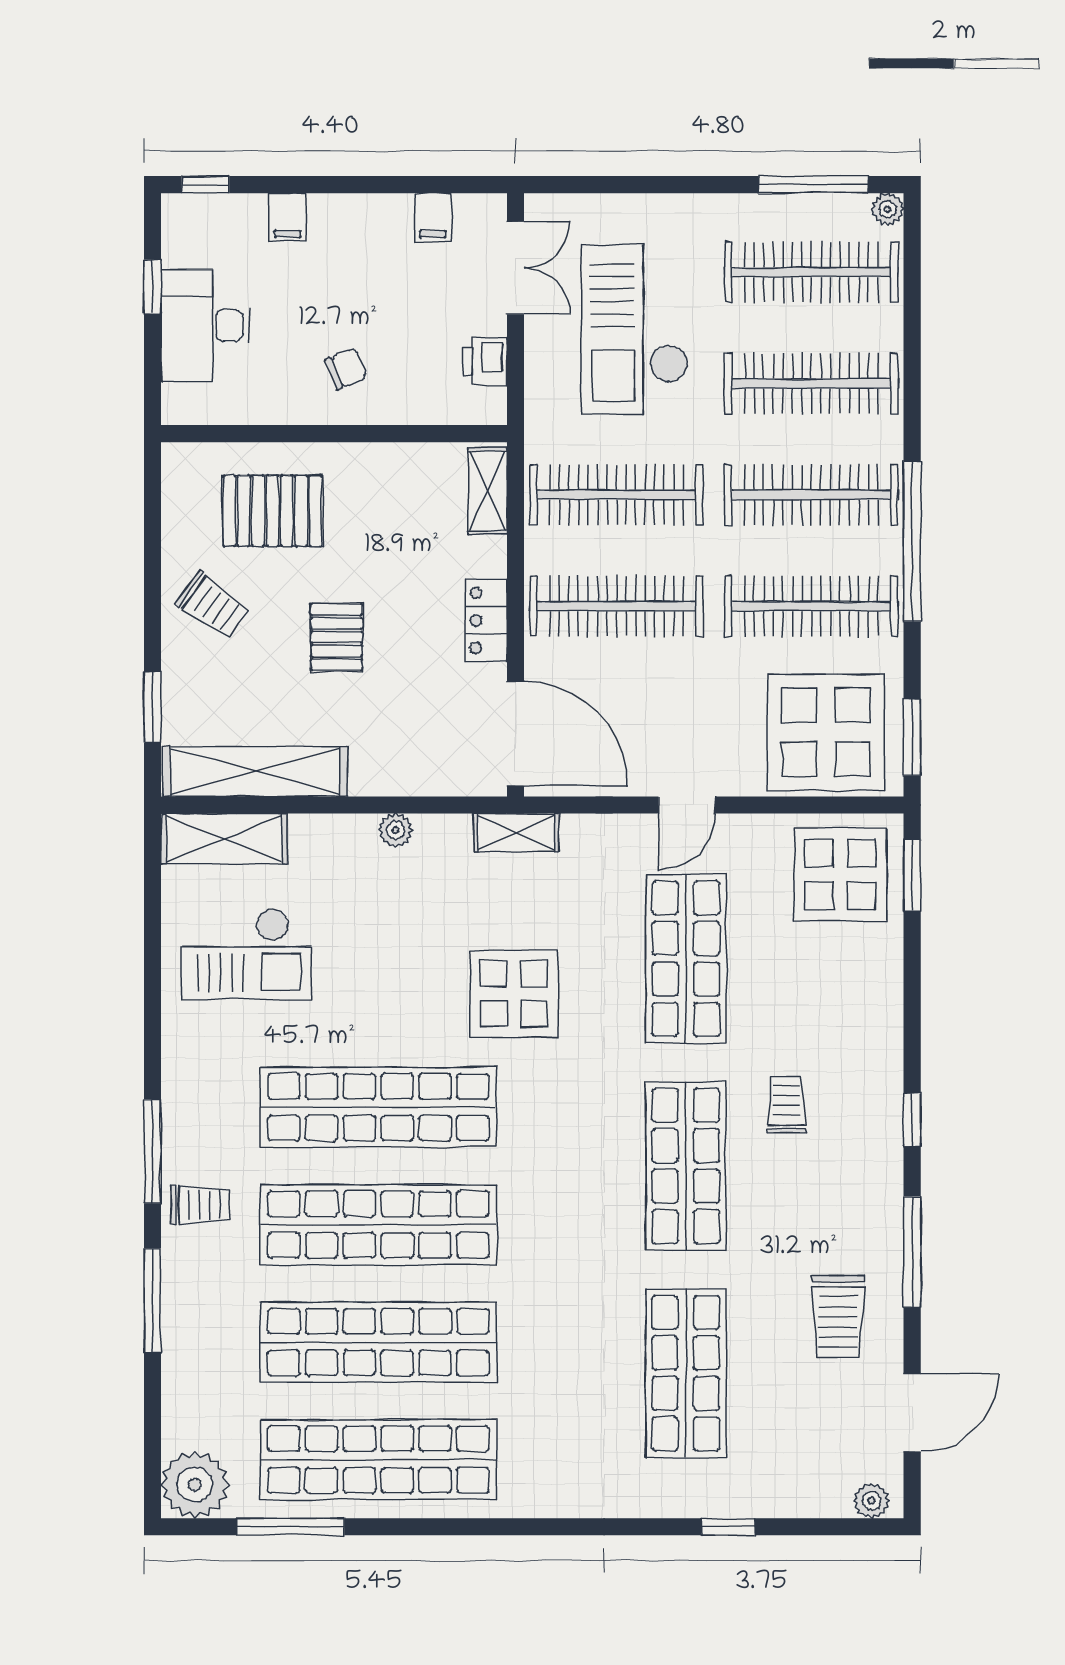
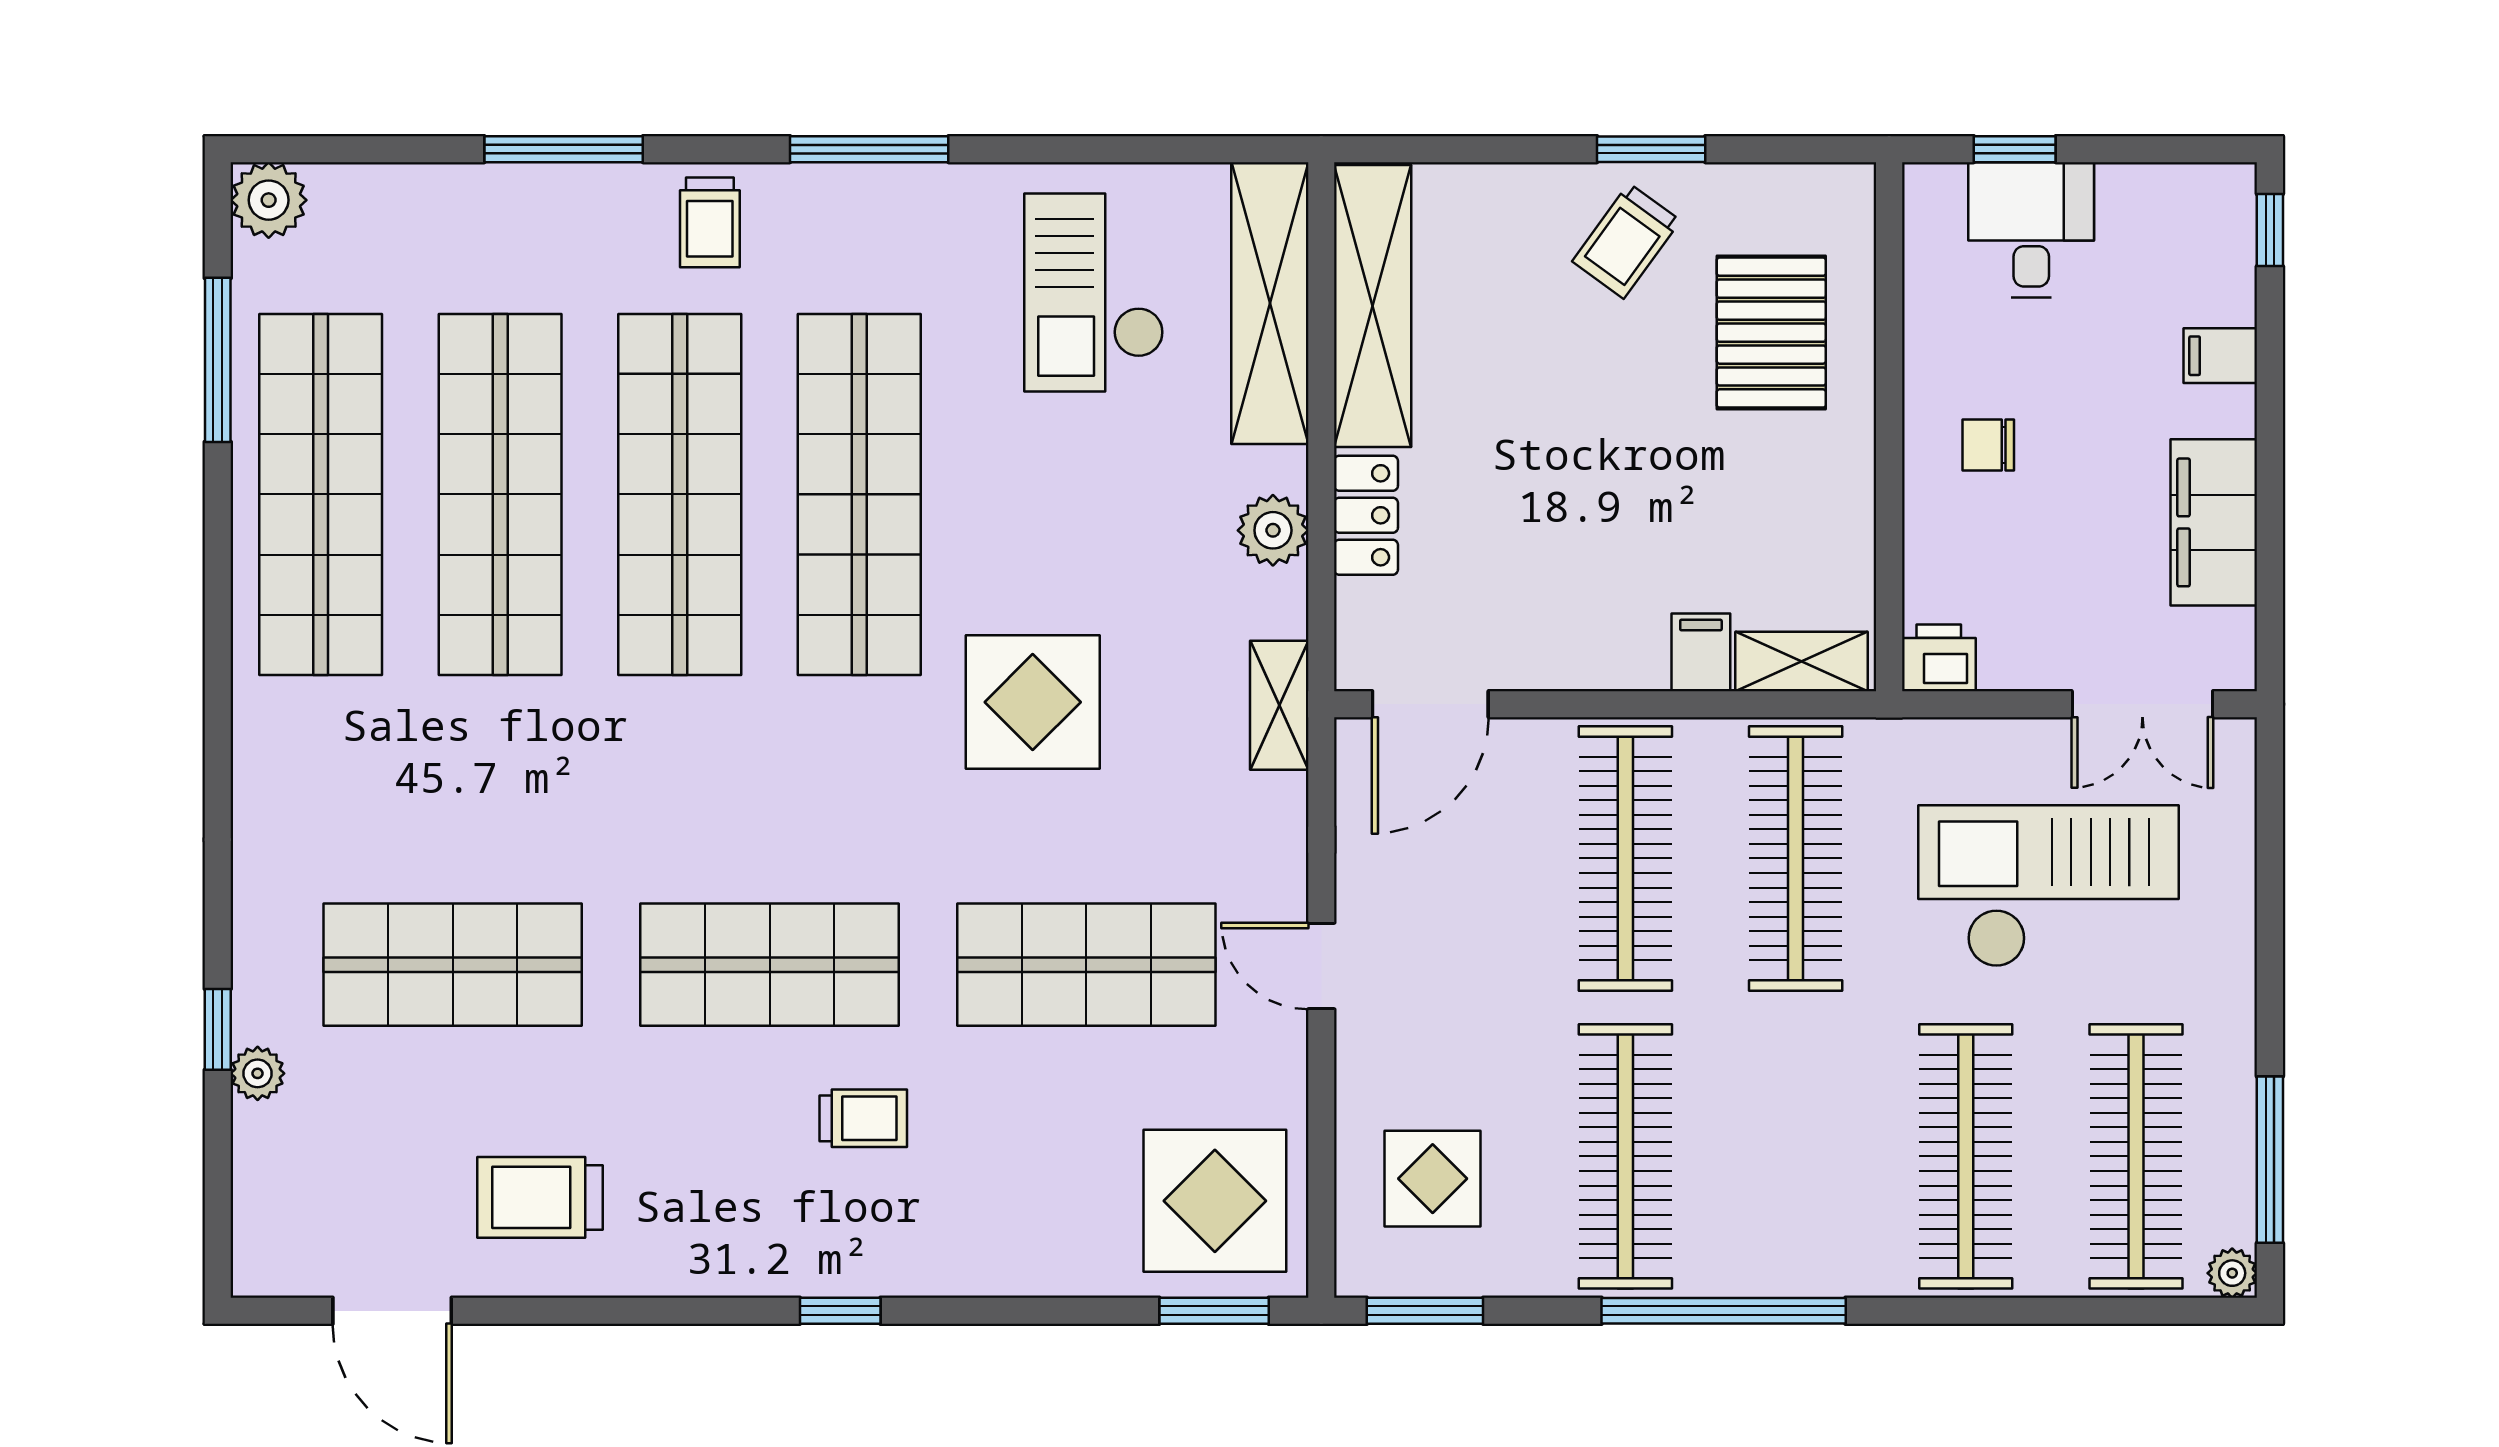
filing cabinet: (433, 217) -> (2214, 522), width x3.00, depth x1.17
window: (153, 287) -> (2015, 149), moved
desk: (205, 325) -> (2031, 230), width x0.73
printer: (485, 362) -> (1939, 658), moved
chair: (346, 369) -> (1988, 445), turned 112
clothes rail: (811, 495) -> (1796, 1156), removed
filing cabinet: (482, 557) -> (1701, 652), added
locker: (486, 620) -> (1366, 515), moved, turned 90
pallet: (337, 637) -> (1578, 431), removed
window: (153, 708) -> (1651, 149), moved
display table: (826, 732) -> (1433, 1179), width x0.54, depth x0.54
door: (515, 734) -> (1430, 704), width x0.73
plant: (395, 830) -> (1273, 530), width x1.38, depth x1.38
shelving: (224, 839) -> (1270, 303), width x1.47
window: (153, 1151) -> (869, 149), moved
window: (912, 1252) -> (638, 1311), removed
plant: (195, 1484) -> (269, 200), width x0.73, depth x0.73
plant: (871, 1501) -> (258, 1073), moved

